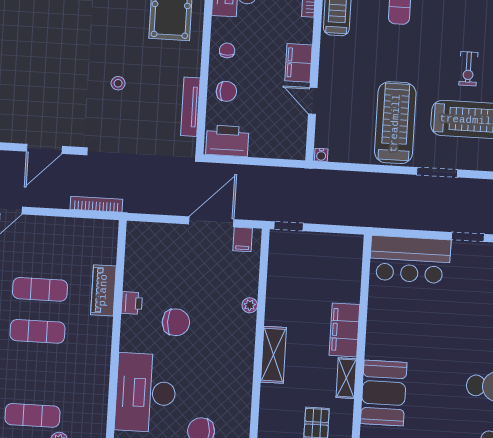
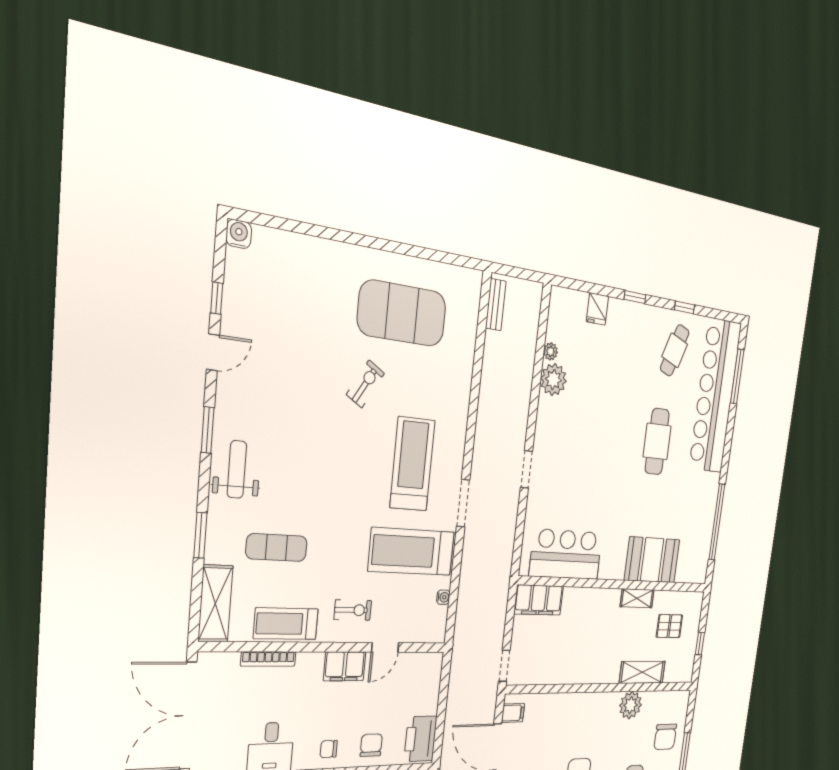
exercise bike: (468, 69) -> (353, 610), moved
water cooler: (321, 155) -> (443, 597), moved
bar counter: (410, 260) -> (566, 554), moved, turned -90
plant: (250, 305) -> (631, 705), moved, width x1.88, depth x1.88
filing cabinet: (344, 330) -> (539, 600), moved
shelving: (274, 355) -> (642, 672), moved

